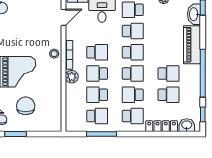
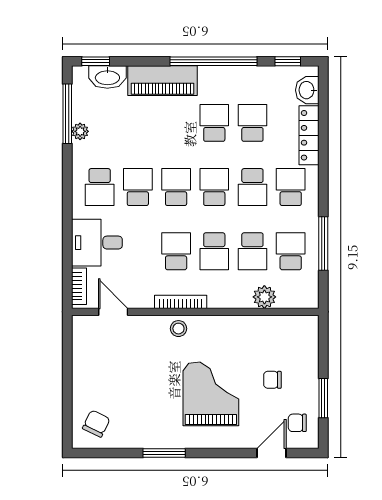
plant: (72, 77) -> (264, 297), moved
chair: (26, 106) -> (272, 380), width x0.54, depth x0.54

